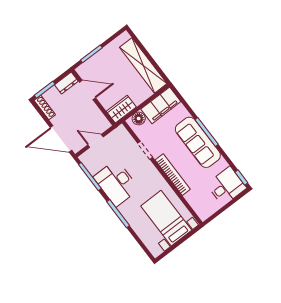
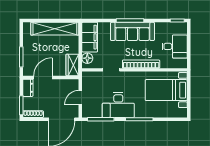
desk: (226, 186) -> (175, 46), moved, turned 90

